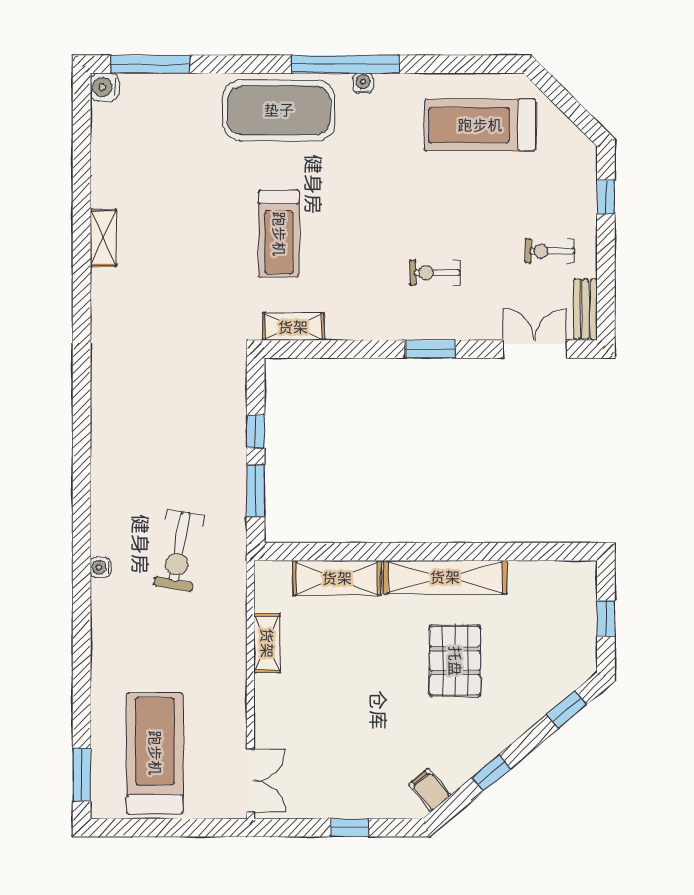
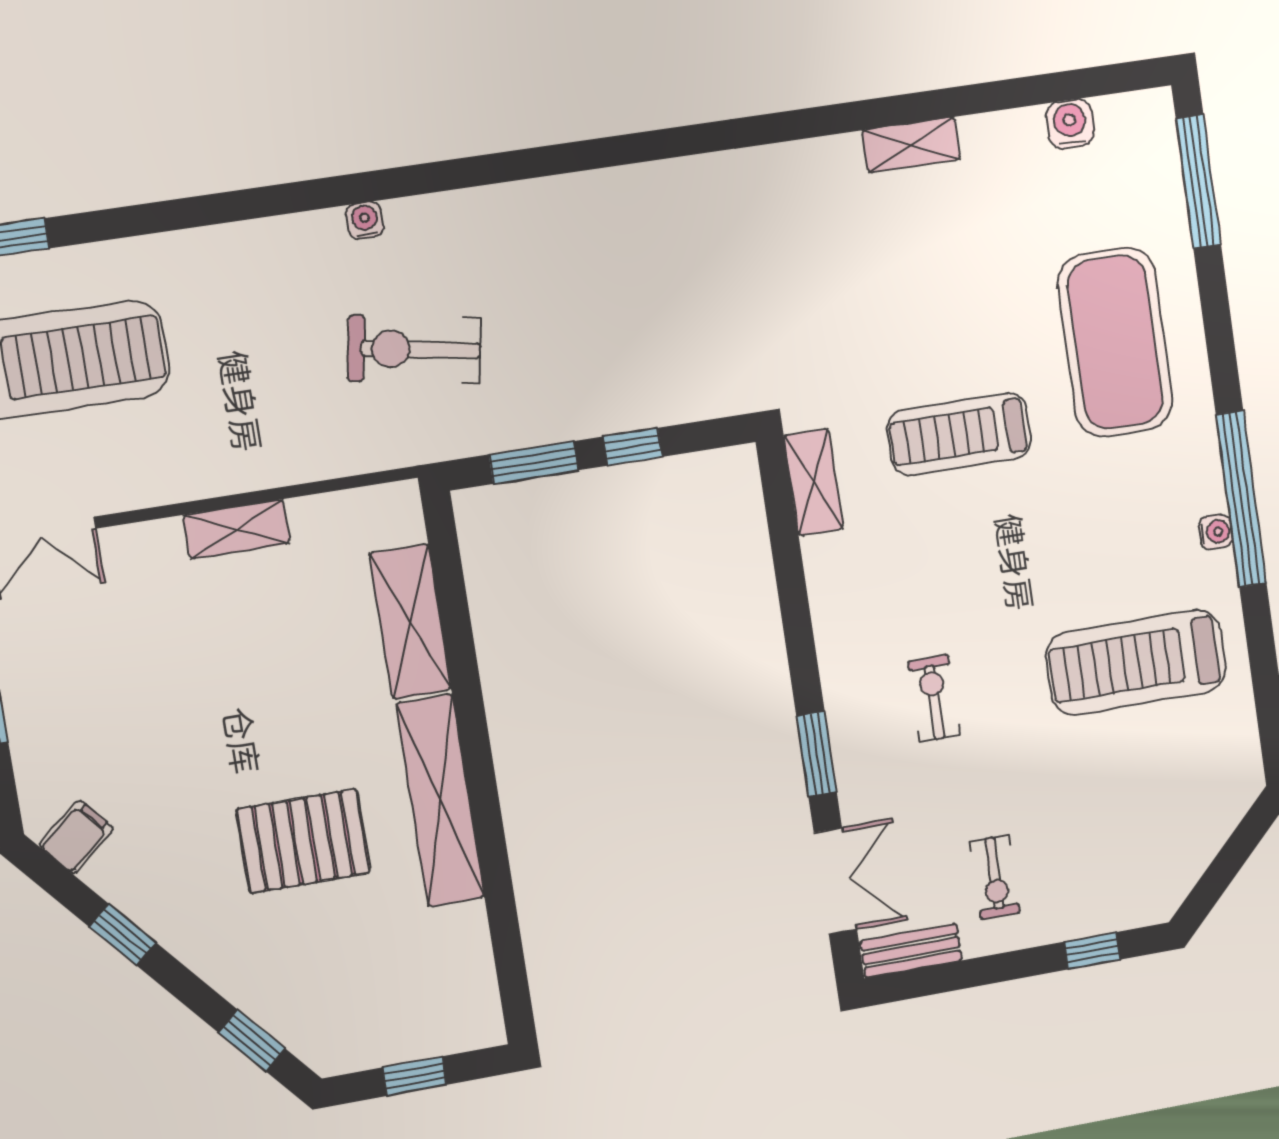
water cooler: (104, 87) -> (1070, 124), moved
exercise mat: (279, 110) -> (1115, 342), moved
treadmill: (480, 125) -> (1136, 662), moved, turned -90
exercise bike: (550, 251) -> (995, 877), turned 180
window: (430, 349) -> (817, 754), moved
shelving: (267, 643) -> (237, 529), moved

